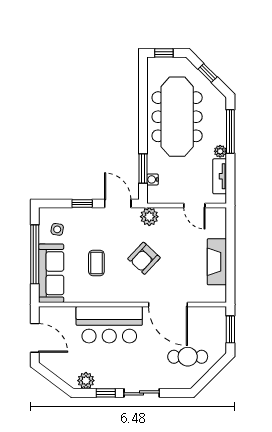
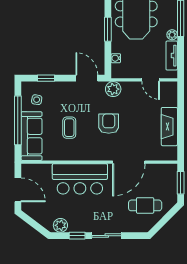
window: (143, 168) -> (108, 29), moved
window: (82, 204) -> (46, 78), moved
armchair: (144, 258) -> (109, 124), turned 137
door: (168, 305) -> (129, 162), hinge flipped

